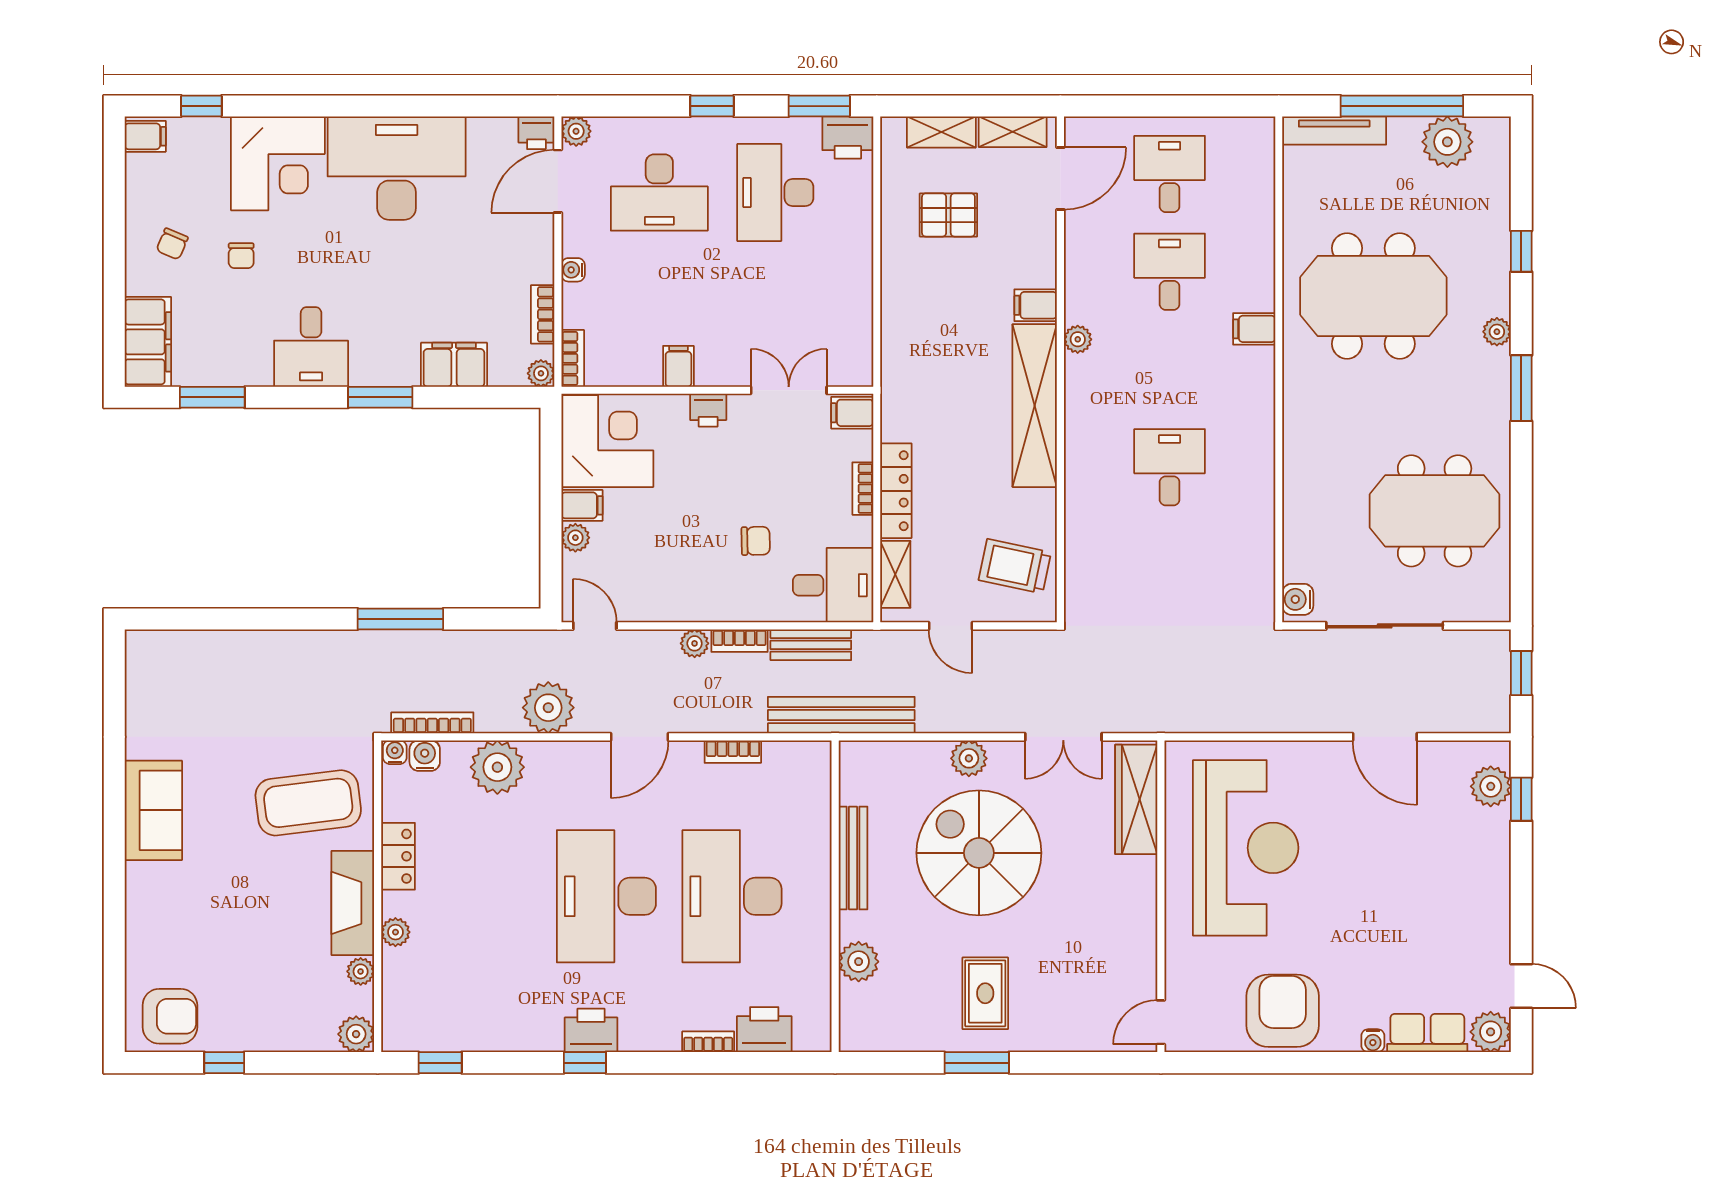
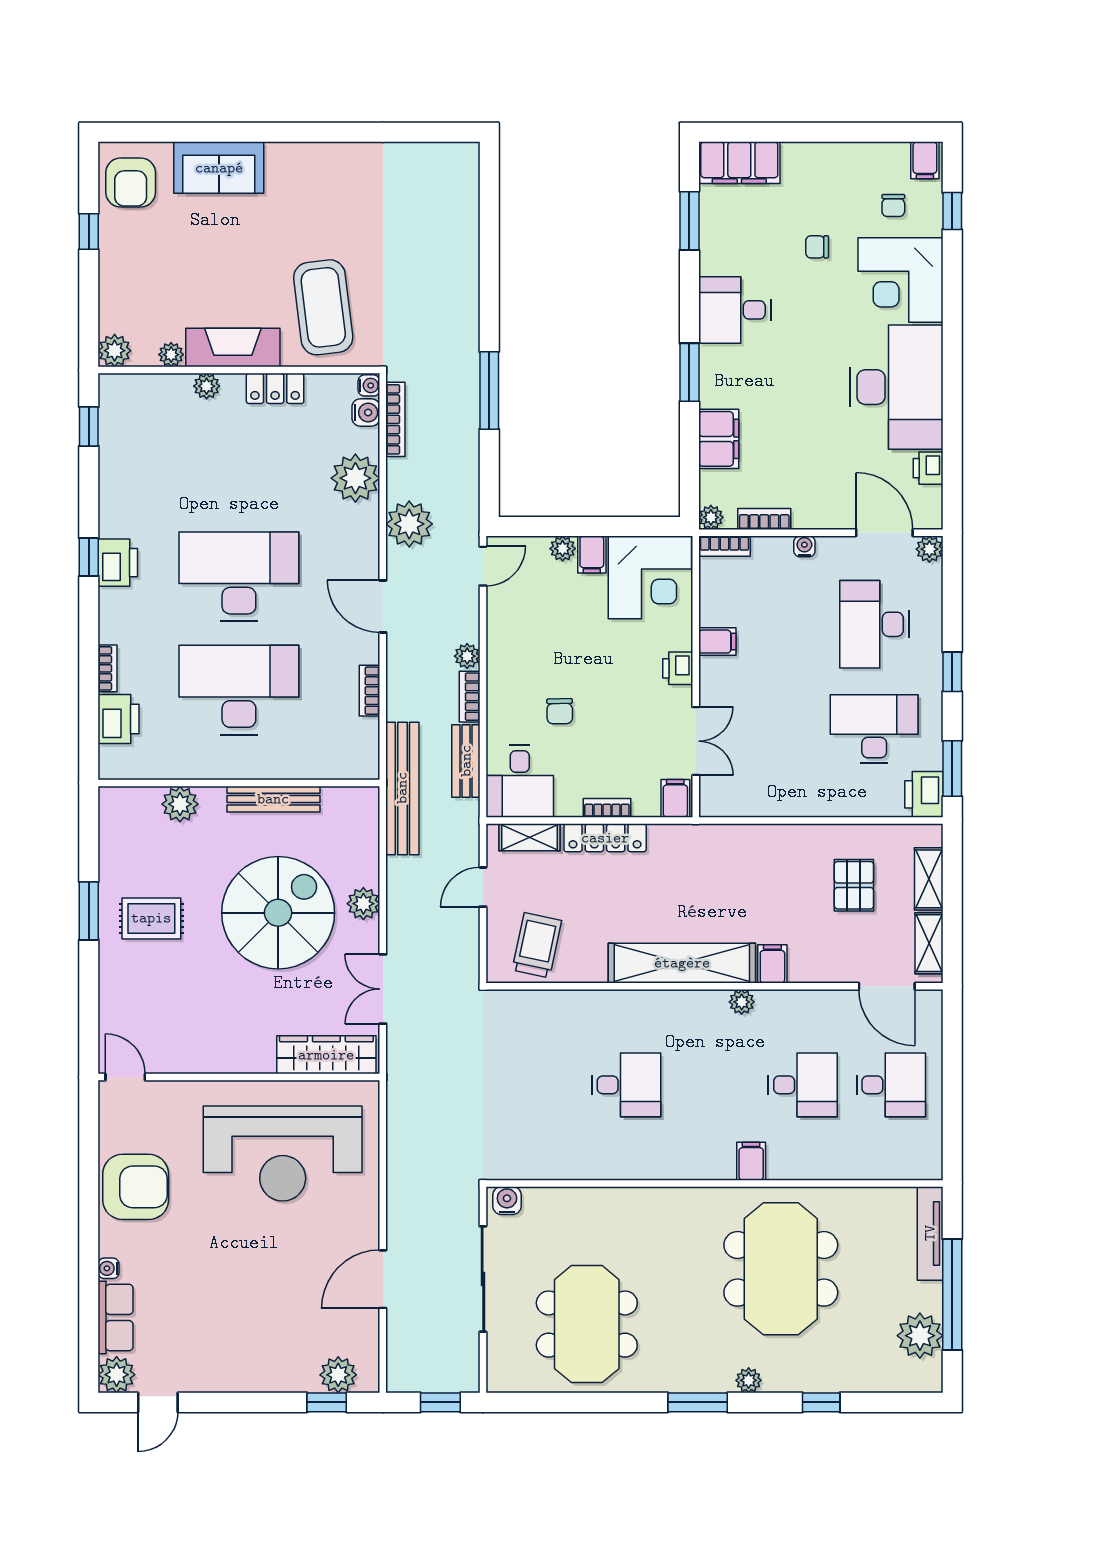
printer: (536, 133) -> (928, 468), moved
chair: (172, 244) -> (893, 205), moved, turned -113
sofa: (153, 810) -> (219, 168), moved

